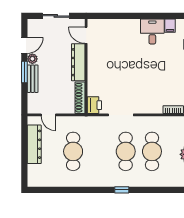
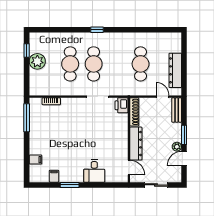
window: (153, 16) -> (70, 185), added
desk: (152, 31) -> (94, 171), moved
bench: (33, 79) -> (177, 110), moved

